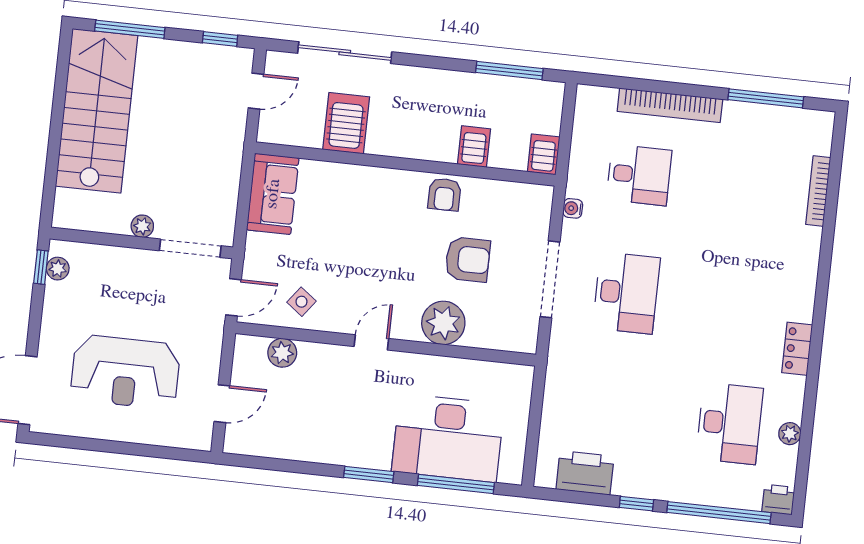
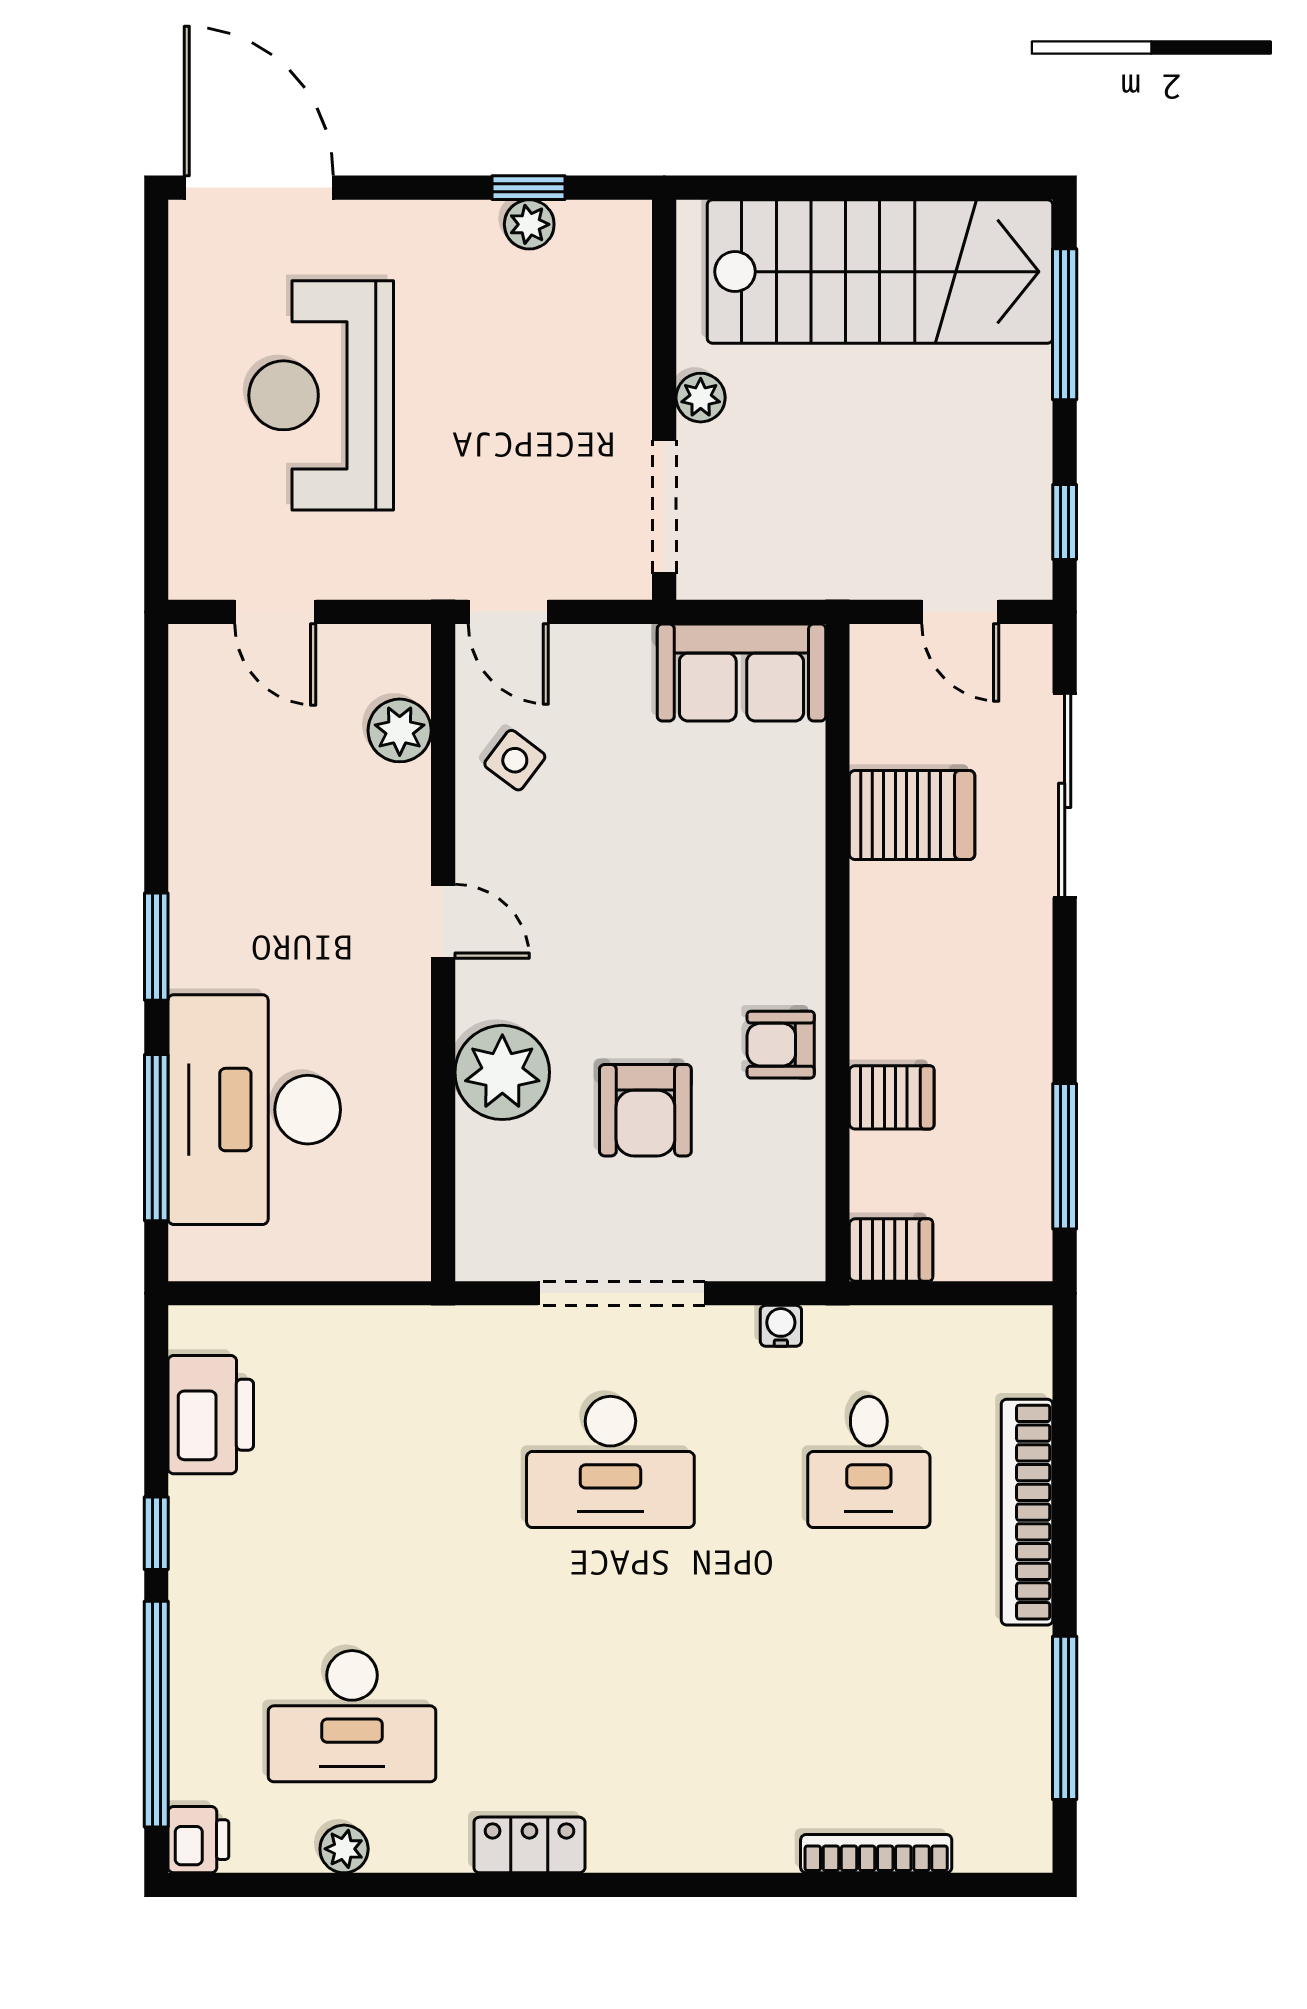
plant: (142, 226) -> (701, 398), moved
wall: (141, 243) -> (664, 400), moved
doorway: (190, 248) -> (664, 507), moved

